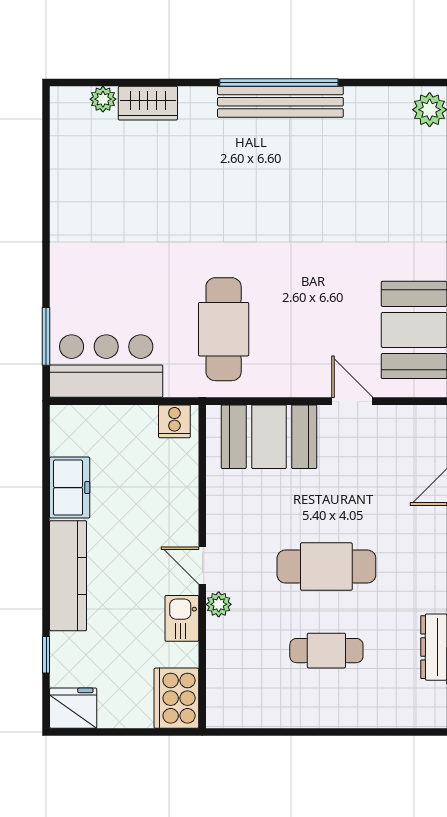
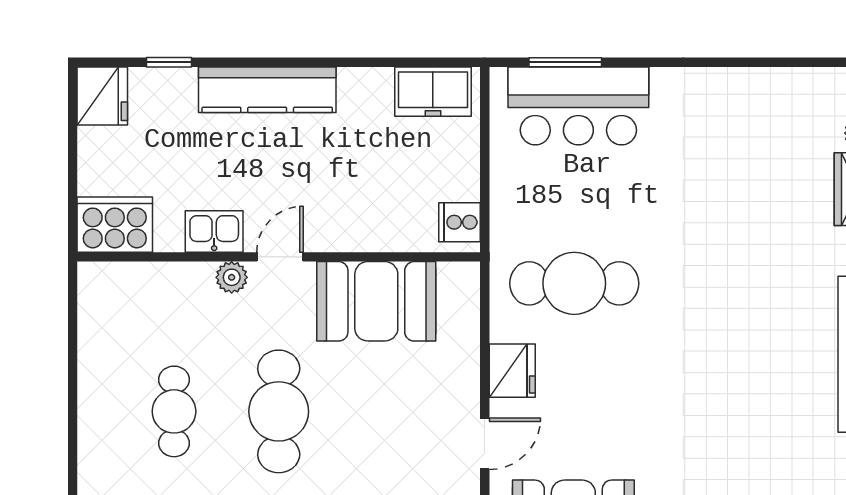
bar counter: (106, 366) -> (578, 106), moved, turned 90
fridge: (294, 379) -> (512, 371), added
booth: (269, 437) -> (376, 301), moved, turned 90
freezer: (70, 488) -> (433, 92), moved

